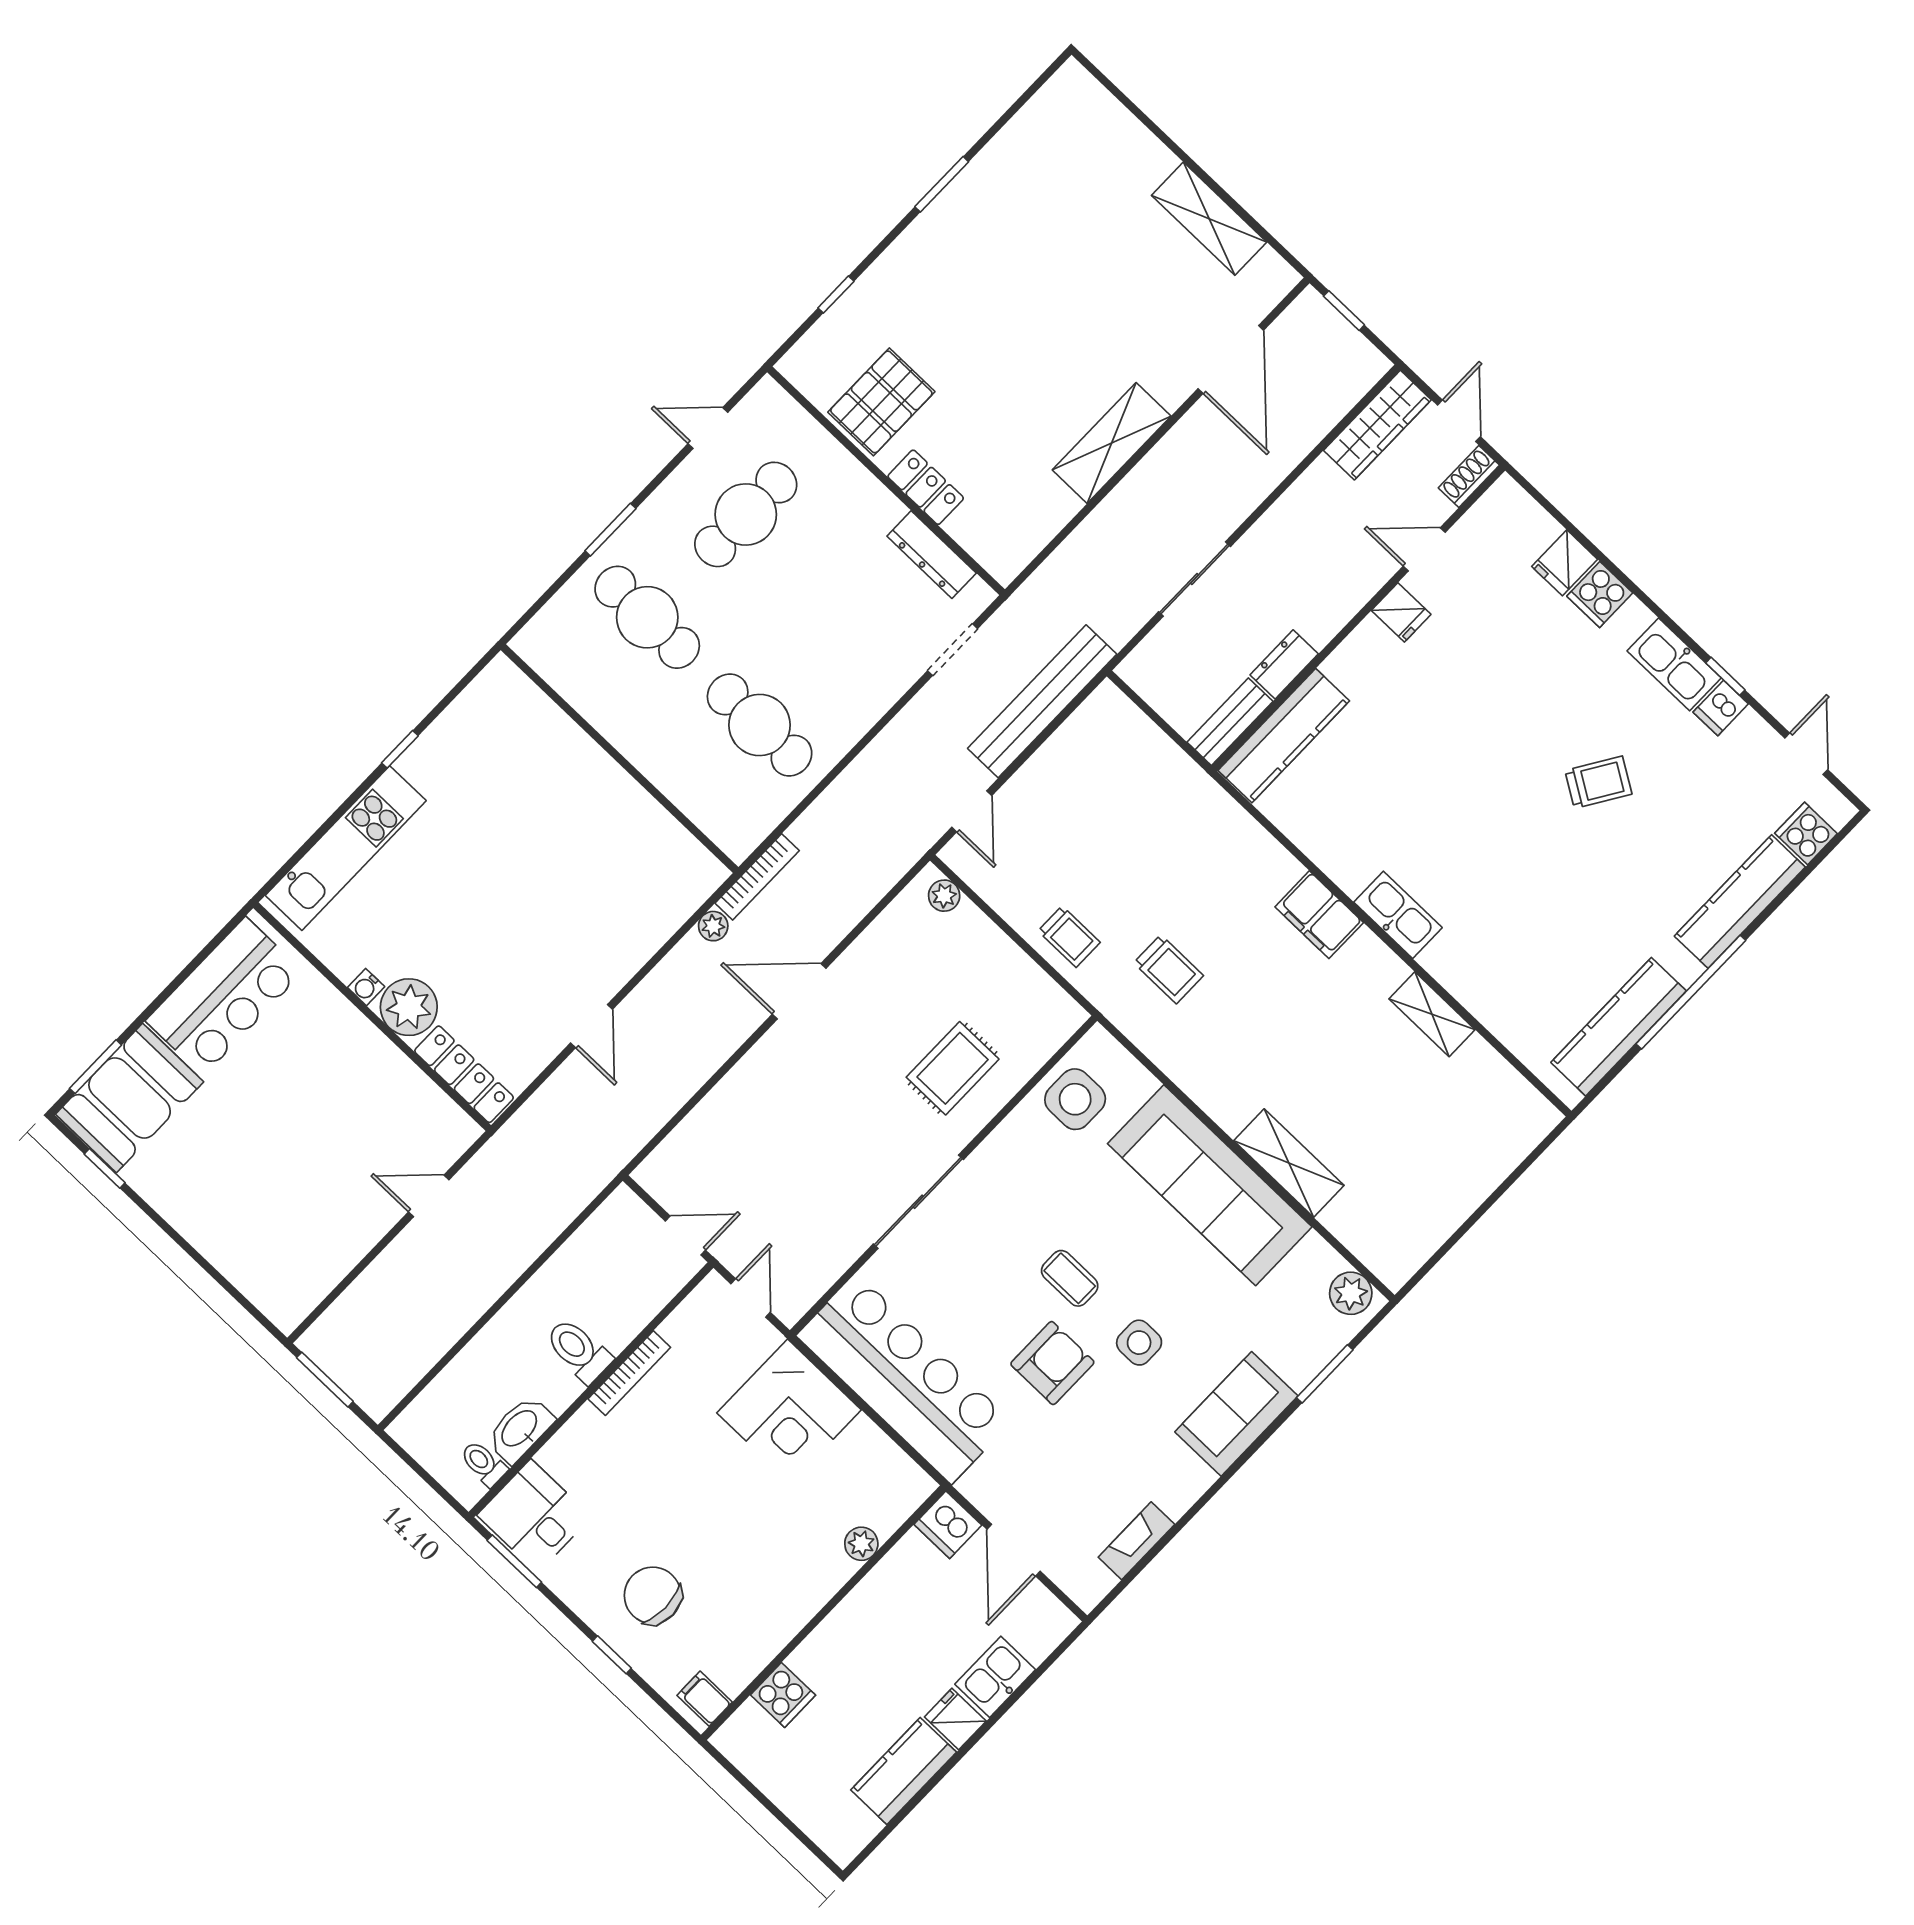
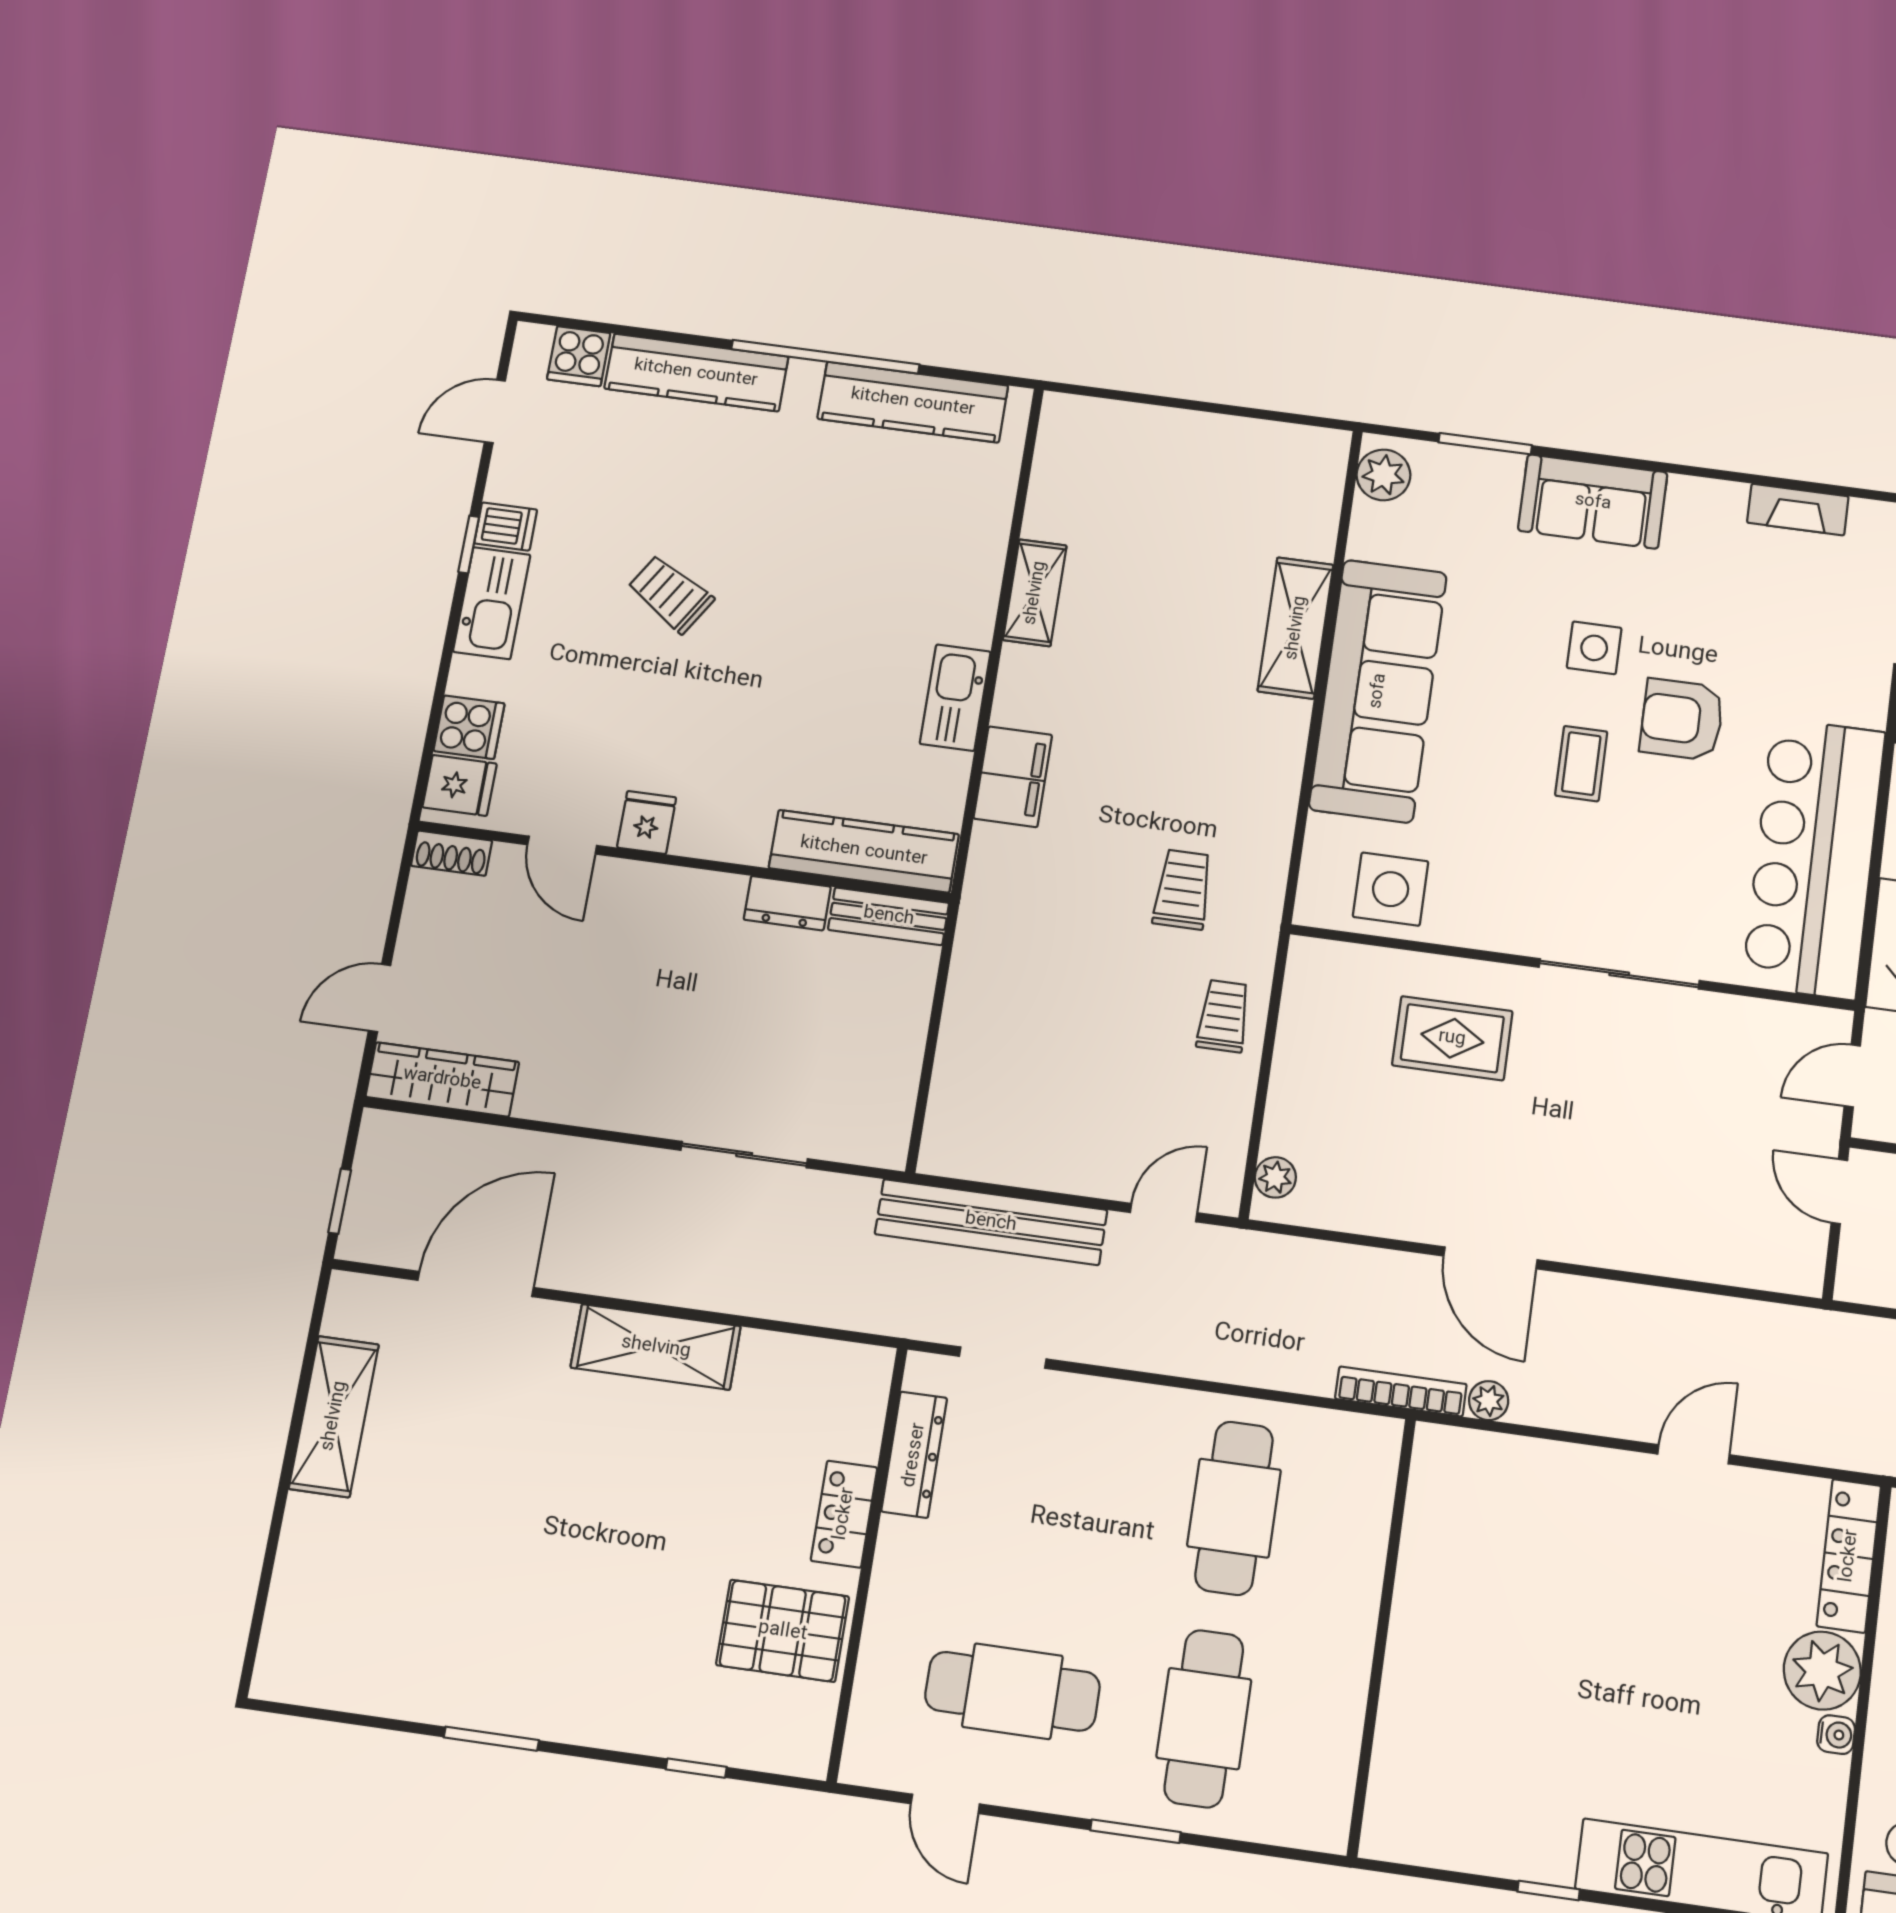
shoe rack: (1469, 477) -> (452, 853), moved
door: (1424, 549) -> (562, 845), moved
fridge: (1401, 612) -> (647, 822), moved
wall: (1358, 618) -> (684, 862), moved
dresser: (1284, 664) -> (787, 903), moved
bench: (1230, 722) -> (889, 916), moved
kitchen counter: (1284, 736) -> (864, 851), moved

